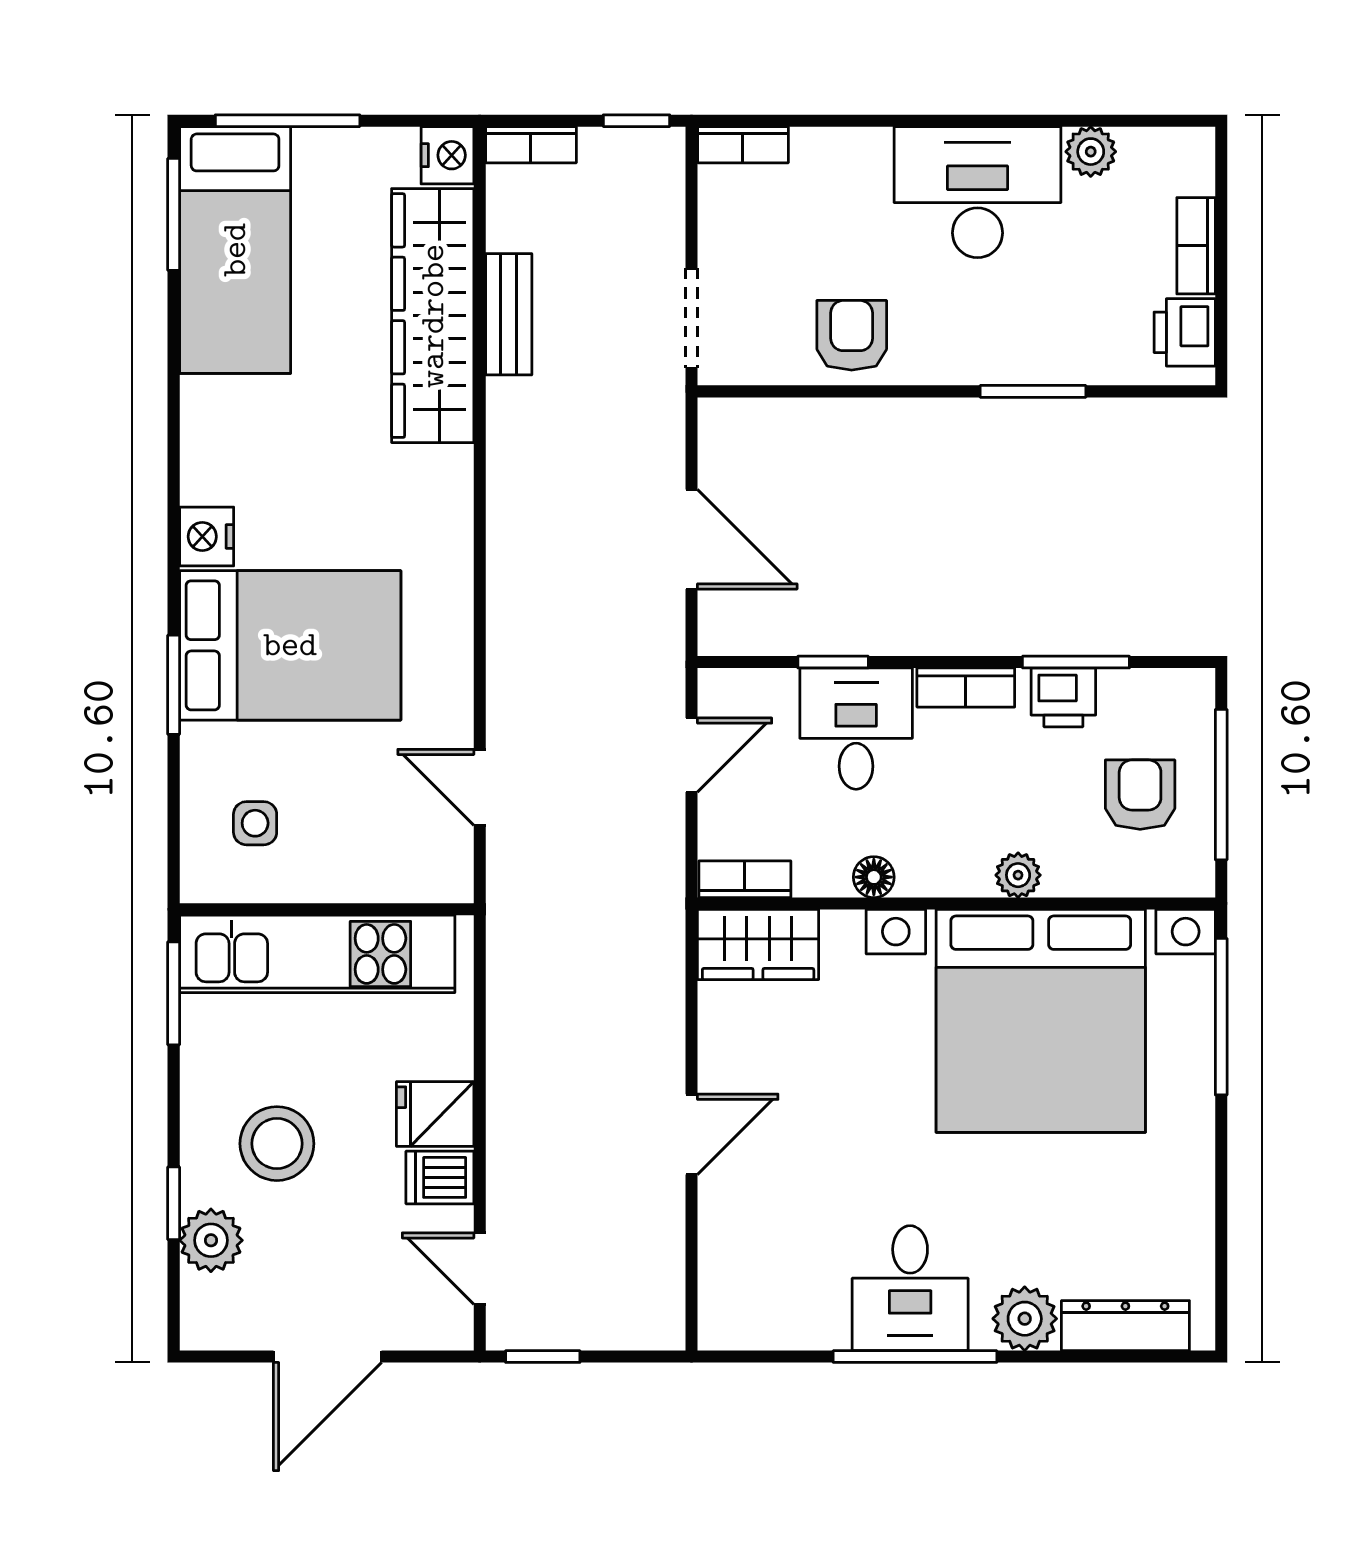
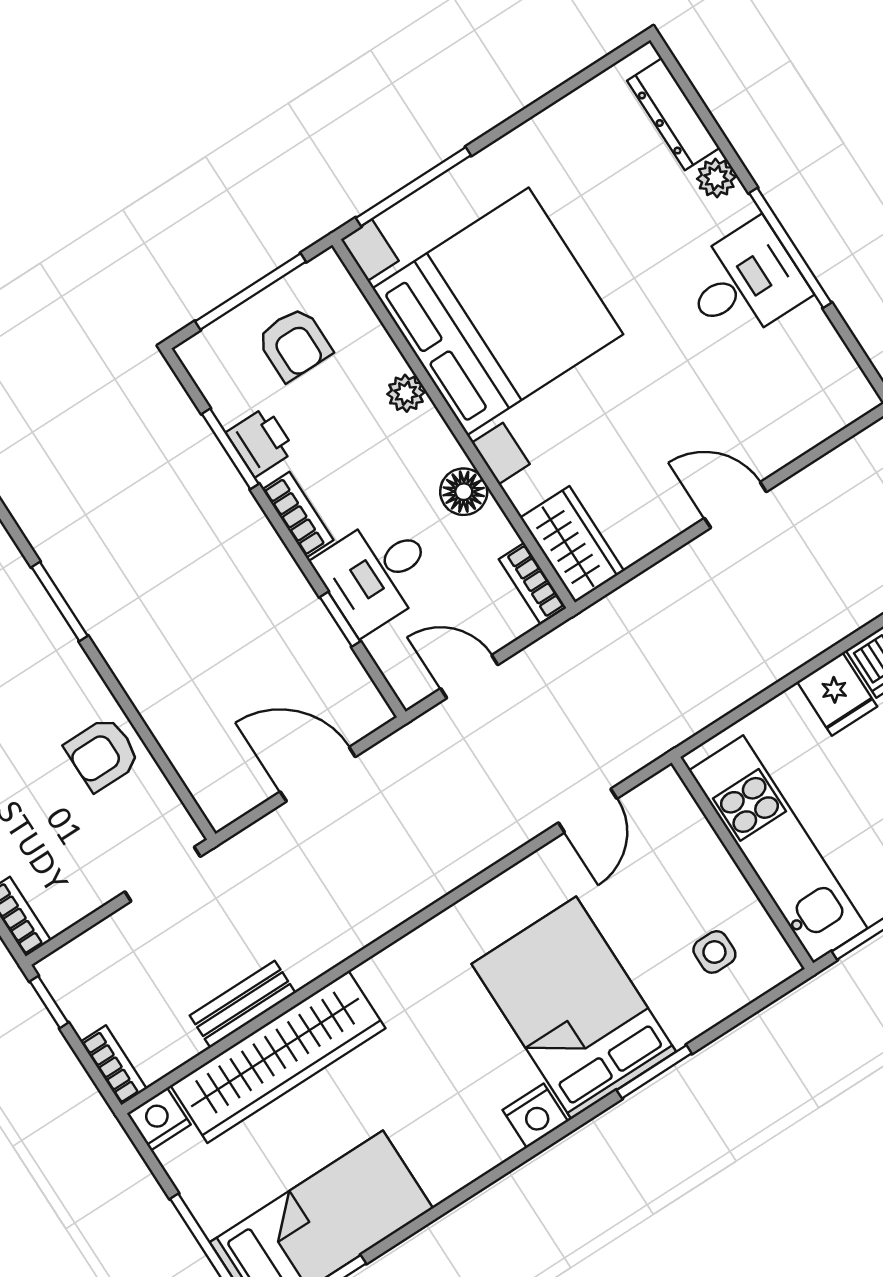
door: (692, 539) -> (318, 774), hinge flipped
armchair: (1140, 795) -> (294, 344), turned -90
floor lamp: (874, 877) -> (464, 492), width x1.37, depth x1.37
plant: (1025, 1319) -> (716, 178), width x0.73, depth x0.73

